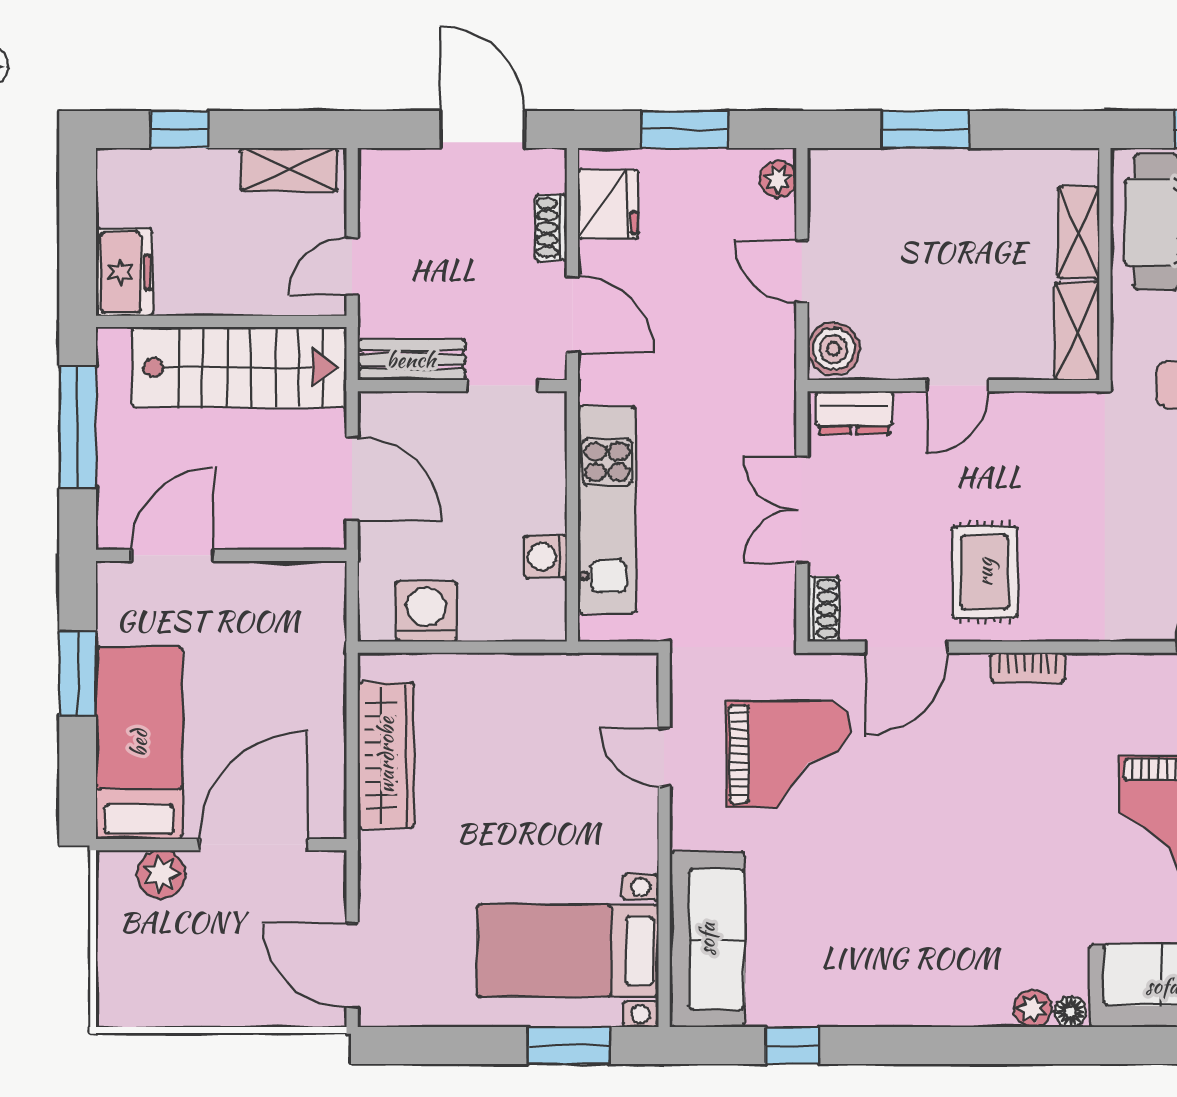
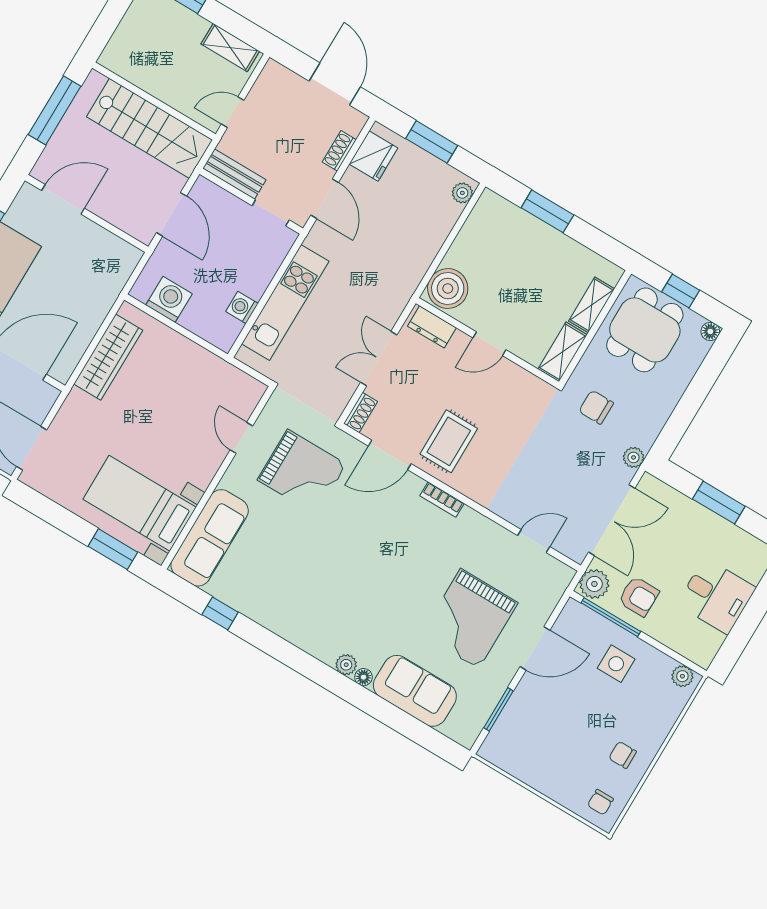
freezer: (124, 272) -> (122, 49), removed
door: (802, 272) -> (447, 244), removed
boiler: (834, 349) -> (448, 288), width x1.37, depth x1.37

